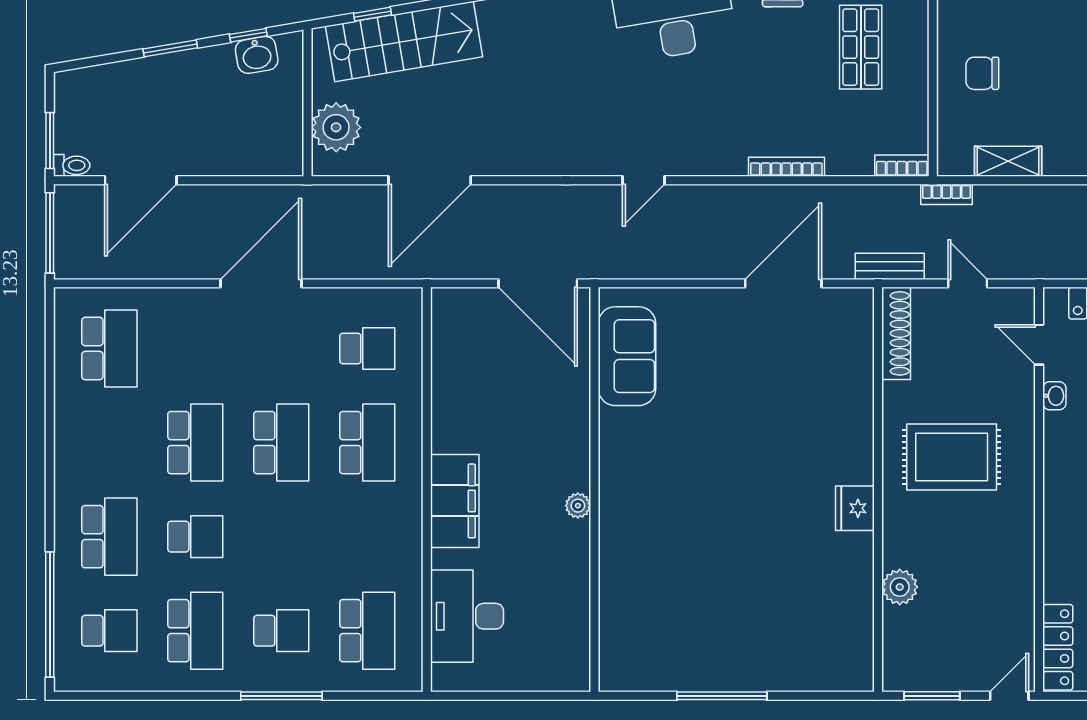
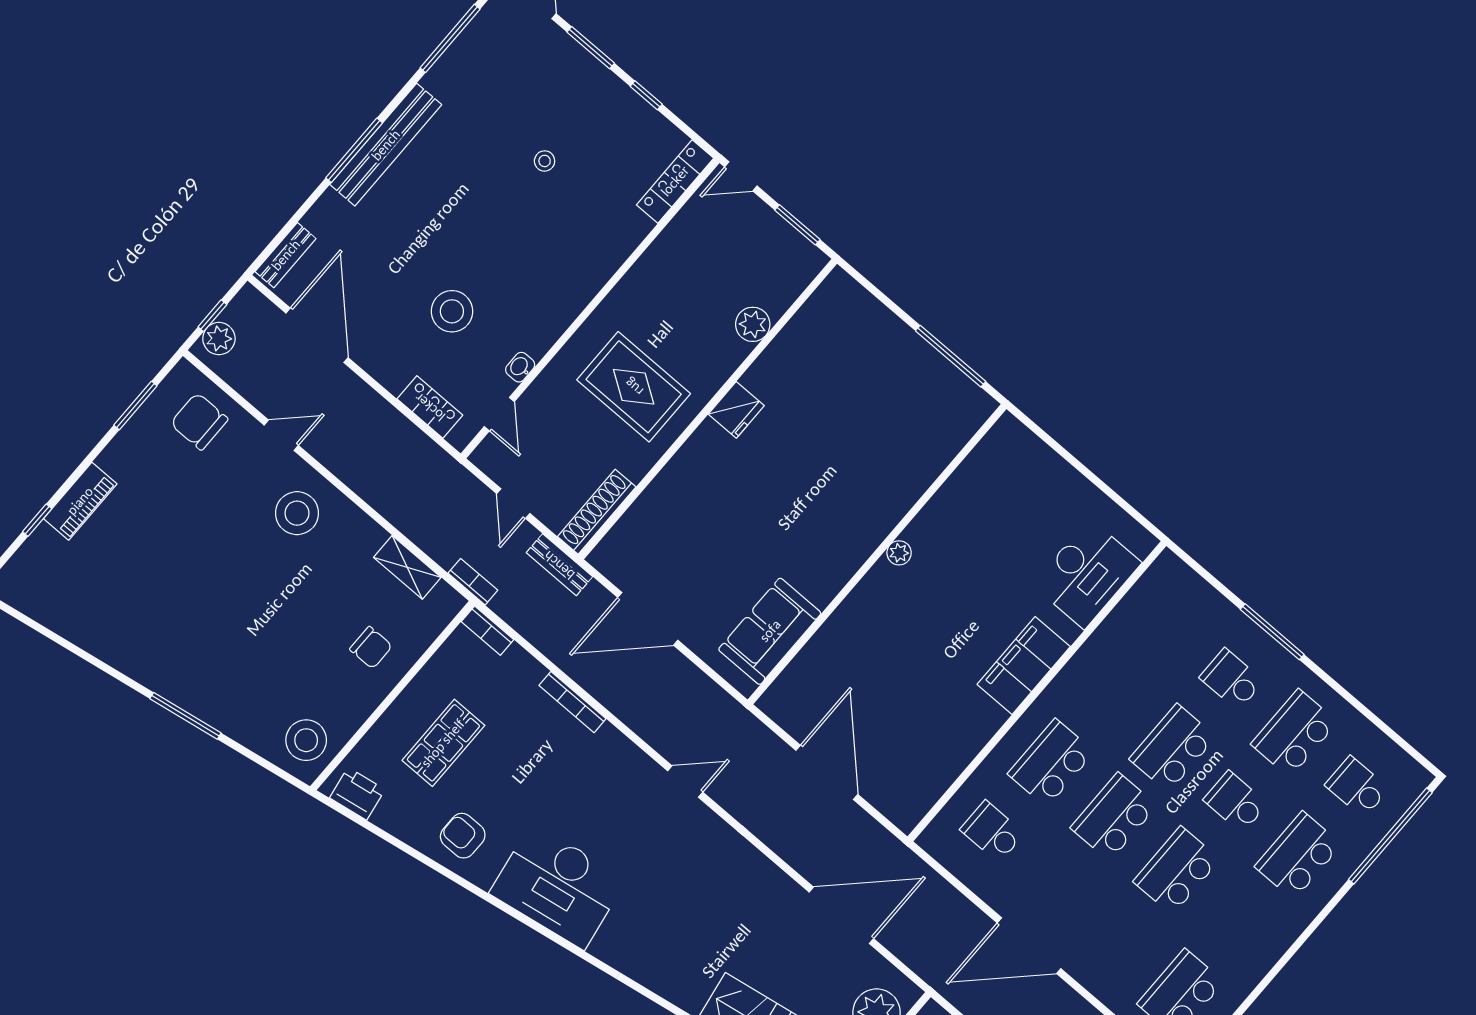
sofa: (627, 356) -> (770, 631), moved
wall: (594, 490) -> (877, 554), moved
plant: (578, 506) -> (899, 553), moved
school desk: (367, 631) -> (1173, 748), moved

